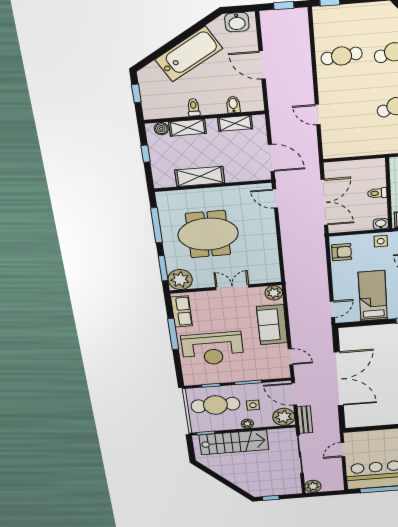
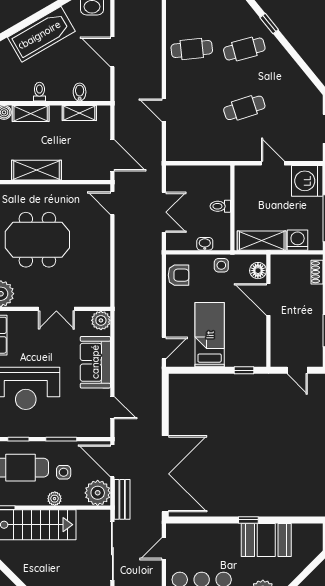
double door: (324, 202) -> (164, 212), width x0.73
washbasin: (381, 224) -> (205, 244), moved
double door: (232, 287) -> (56, 309), swing flipped
double door: (339, 379) -> (165, 474), moved

